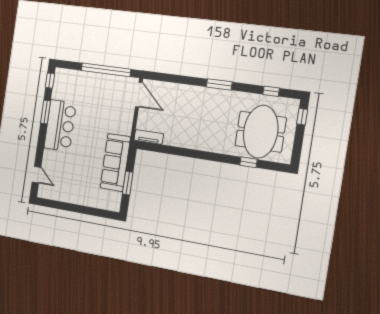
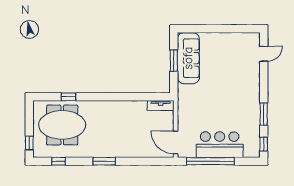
bar counter: (60, 126) -> (220, 145), moved, turned 90
meeting table: (261, 132) -> (62, 125), turned 90
sofa: (115, 162) -> (188, 58), moved
door: (36, 175) -> (264, 54), swing flipped

